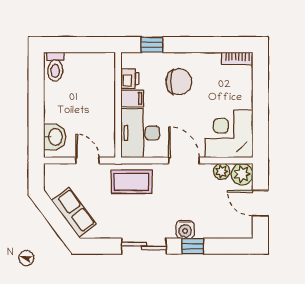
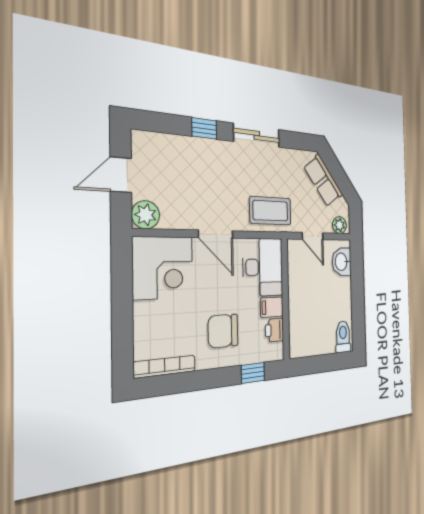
bookcase: (237, 58) -> (165, 367), width x1.56
plant: (222, 171) -> (339, 225), moved
door: (260, 203) -> (121, 175), swing flipped
water cooler: (185, 229) -> (213, 150), removed

